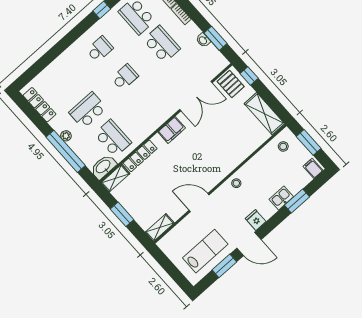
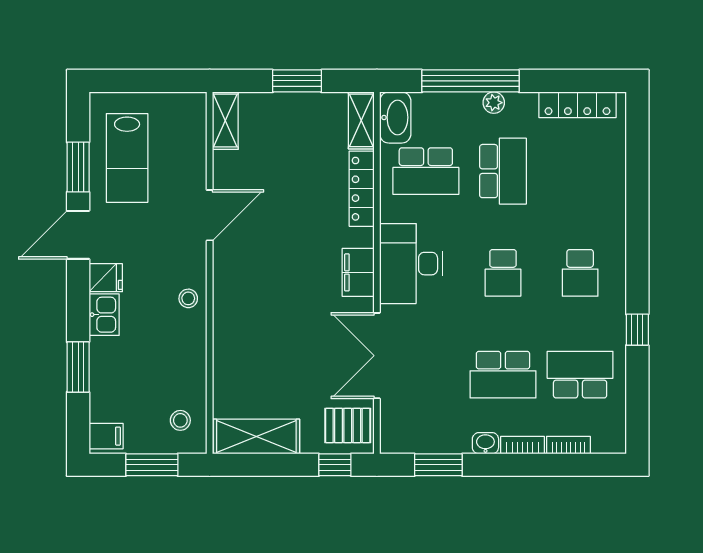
washbasin: (203, 40) -> (485, 443), moved
desk: (151, 114) -> (411, 264), added
kitchen sink: (281, 198) -> (104, 315), moved

